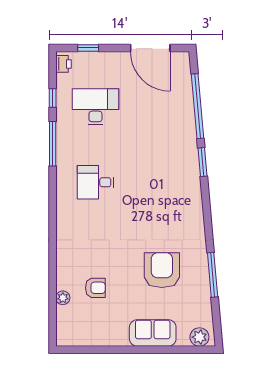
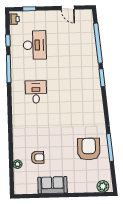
door: (150, 48) -> (68, 8), width x0.53
desk: (96, 107) -> (35, 45), turned 90
desk: (96, 182) -> (36, 92), turned 90
armchair: (162, 270) -> (89, 149), moved
sofa: (153, 333) -> (52, 185), moved

